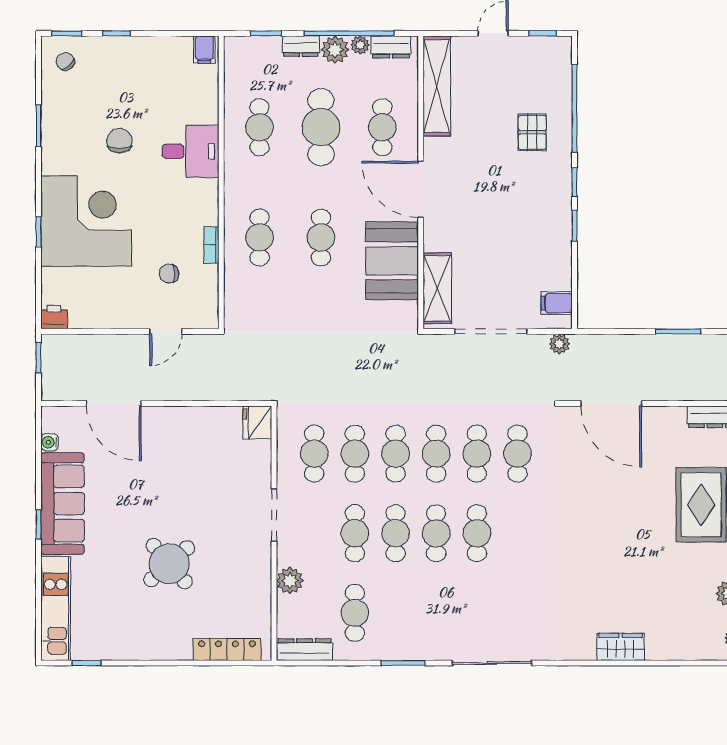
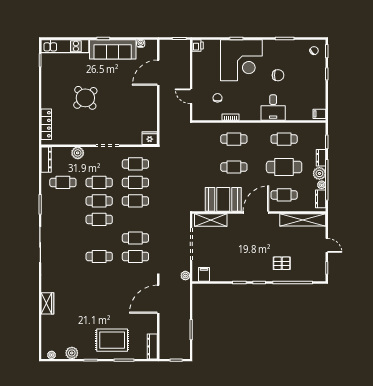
cafe table: (436, 454) -> (135, 219), removed
cafe table: (477, 533) -> (99, 257), moved

